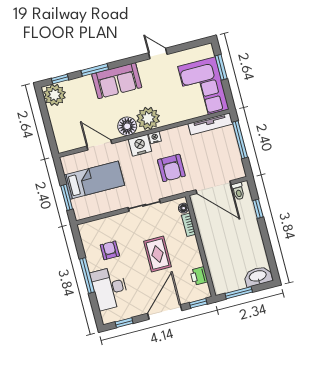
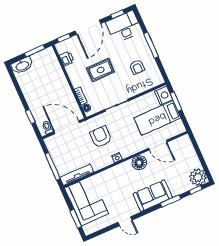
plant: (148, 118) -> (124, 171), removed
nightstand: (140, 145) -> (164, 95), moved, turned -90
rug: (158, 254) -> (101, 70), turned 90
desk: (109, 288) -> (124, 27), moved, turned -90

